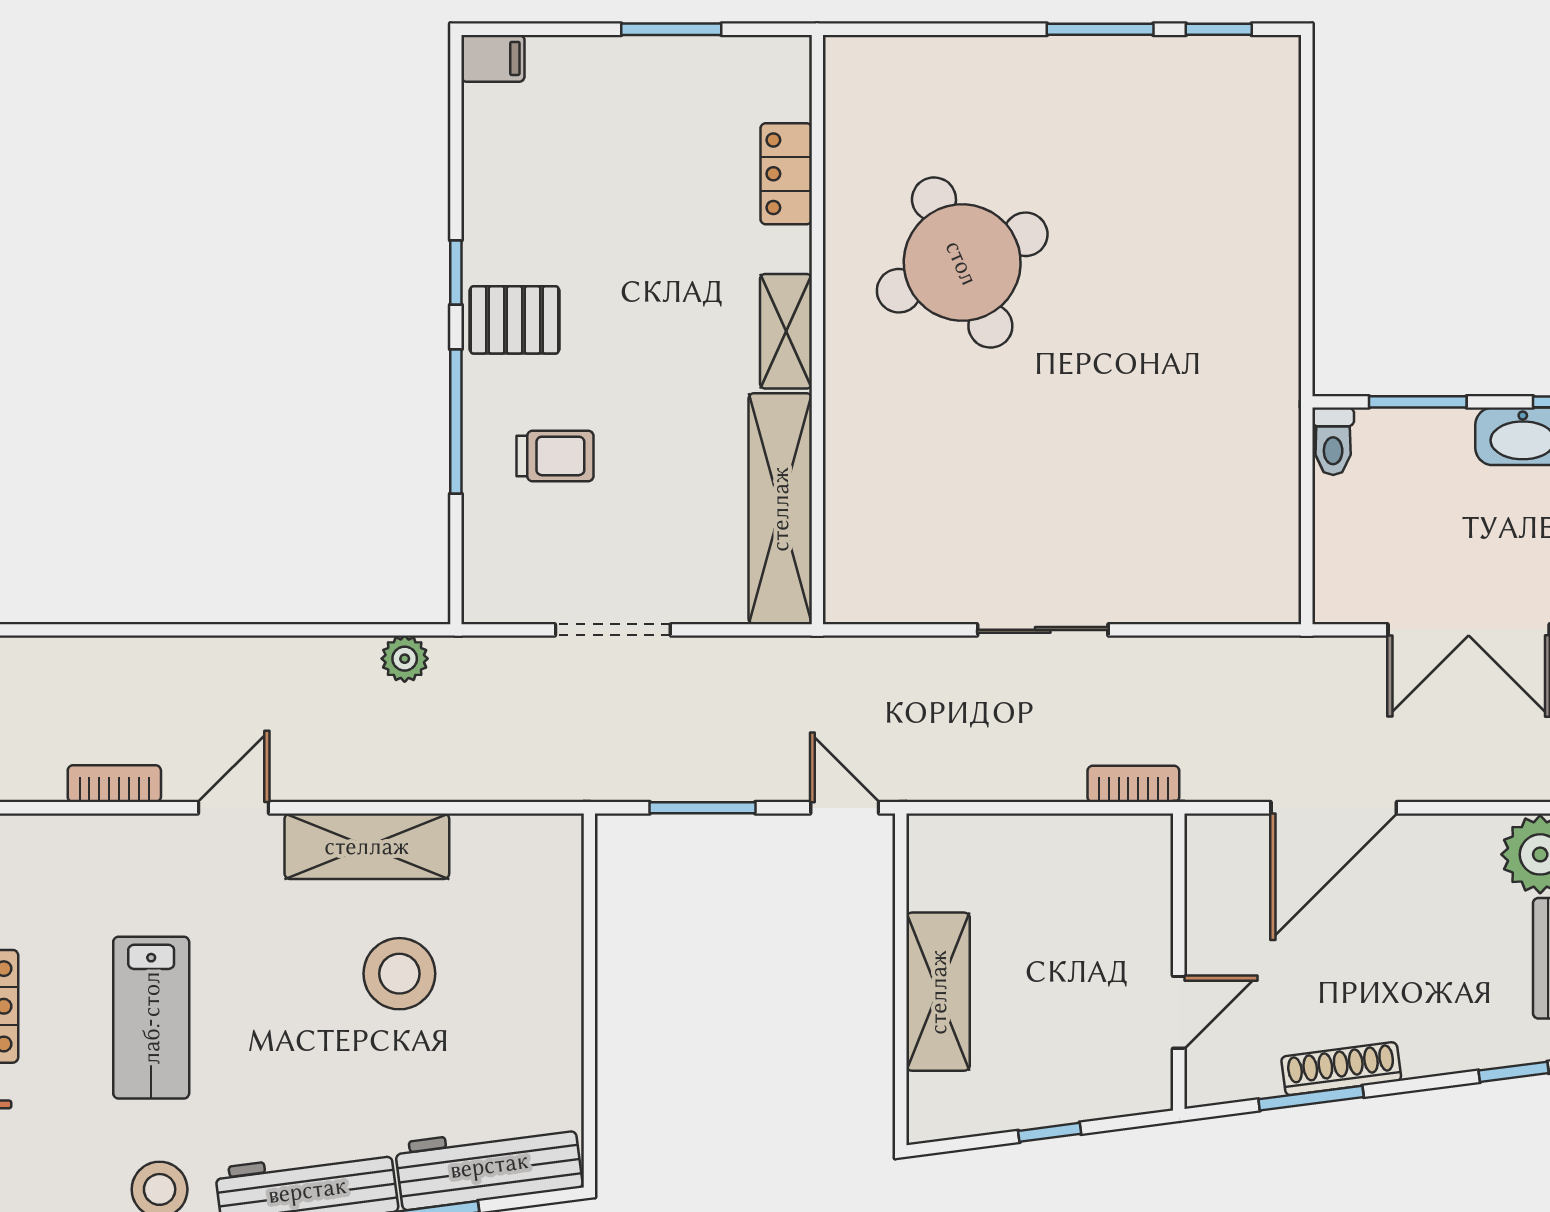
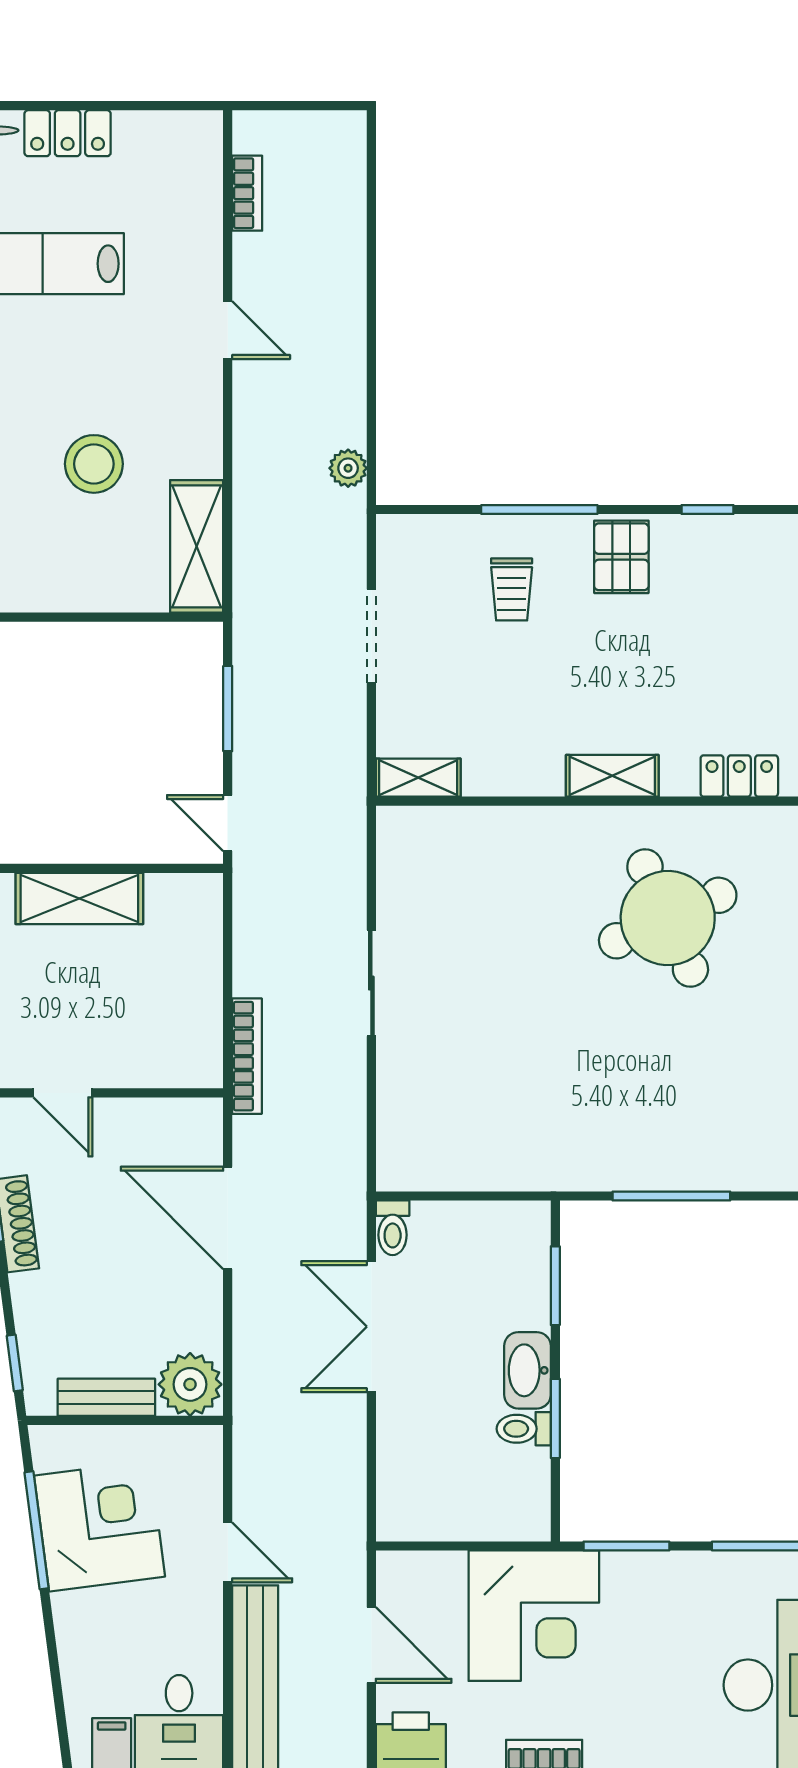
window: (1307, 258) -> (671, 1196), added
window: (456, 273) -> (707, 510), moved
toilet: (1333, 441) -> (393, 1228), moved, turned -90
shelving: (780, 509) -> (418, 778), width x0.45, depth x0.75
bookcase: (114, 784) -> (247, 193), moved
bookcase: (1133, 784) -> (247, 1056), width x1.56
door: (845, 808) -> (228, 823), swing flipped
shelving: (367, 846) -> (197, 546), moved

